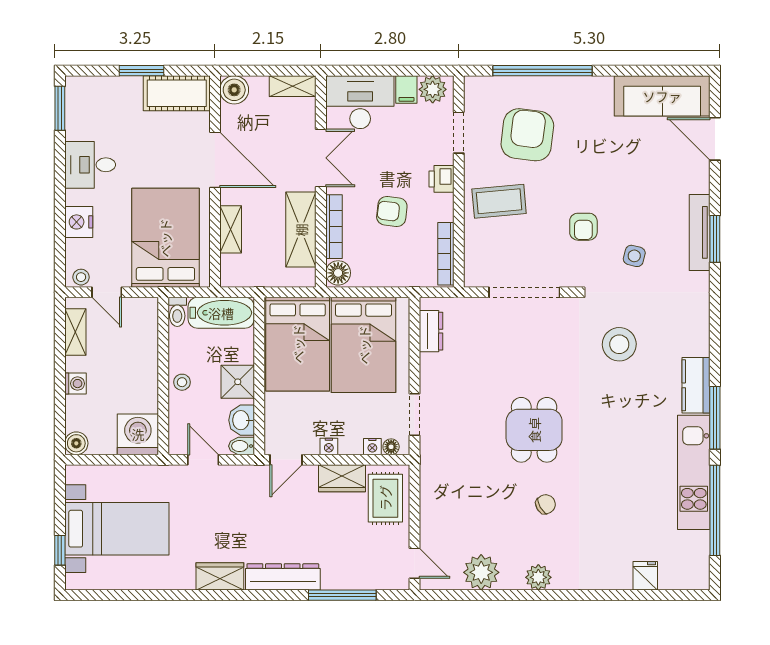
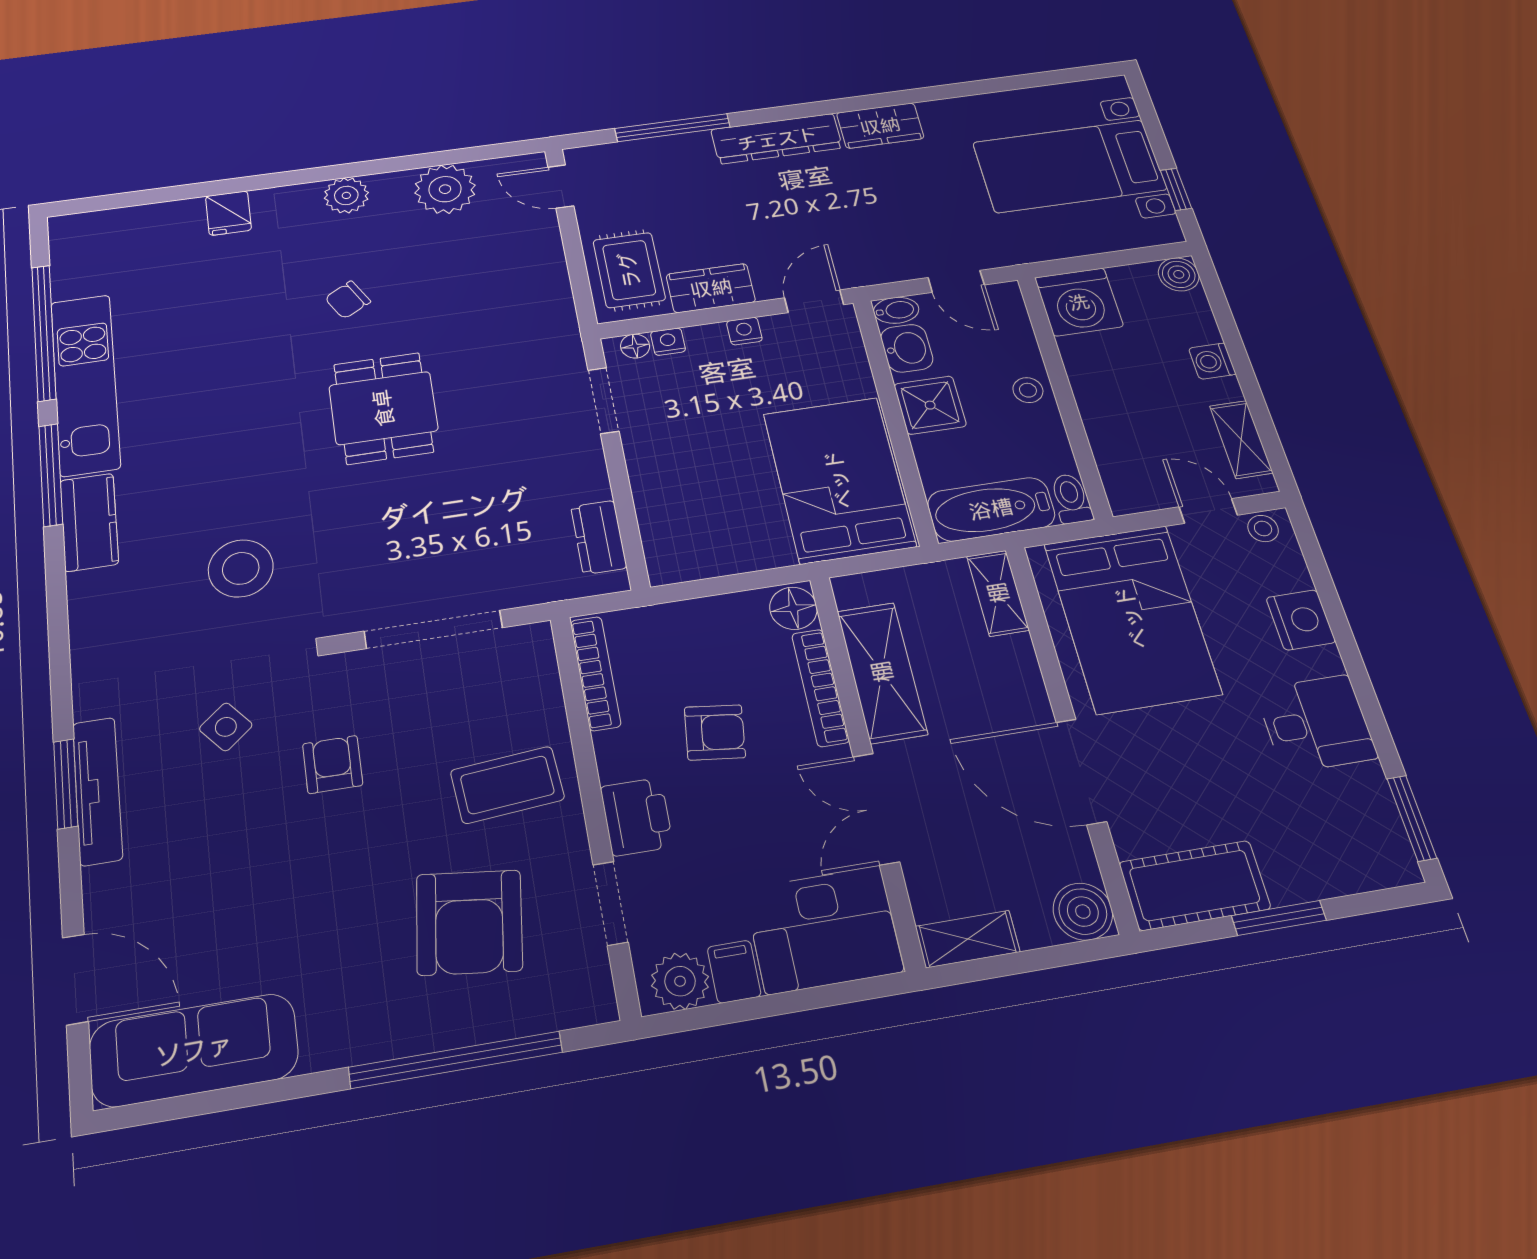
printer: (442, 179) -> (637, 817), width x1.36, depth x1.24
shelving: (231, 229) -> (998, 593), moved
side table: (634, 256) -> (226, 727), turned 36
bed: (364, 345) -> (719, 496), removed
window: (60, 550) -> (1176, 189), moved
fridge: (645, 576) -> (229, 213), moved

